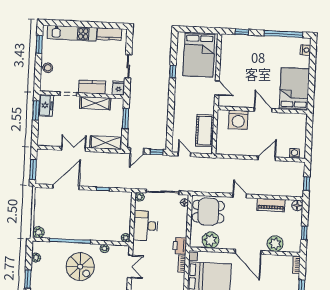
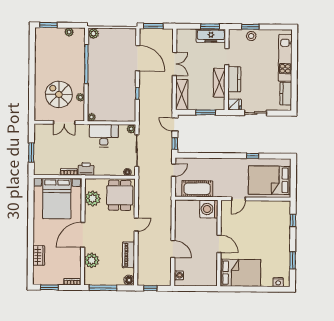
window: (283, 34) -> (293, 260), width x0.47
window: (39, 45) -> (250, 27), moved
freezer: (46, 105) -> (211, 36), width x1.40
door: (263, 110) -> (219, 244), hinge flipped
washing machine: (238, 120) -> (209, 209), moved
window: (304, 233) -> (103, 288), width x2.17
spiral stairs: (80, 267) -> (59, 94), moved, turned 90

